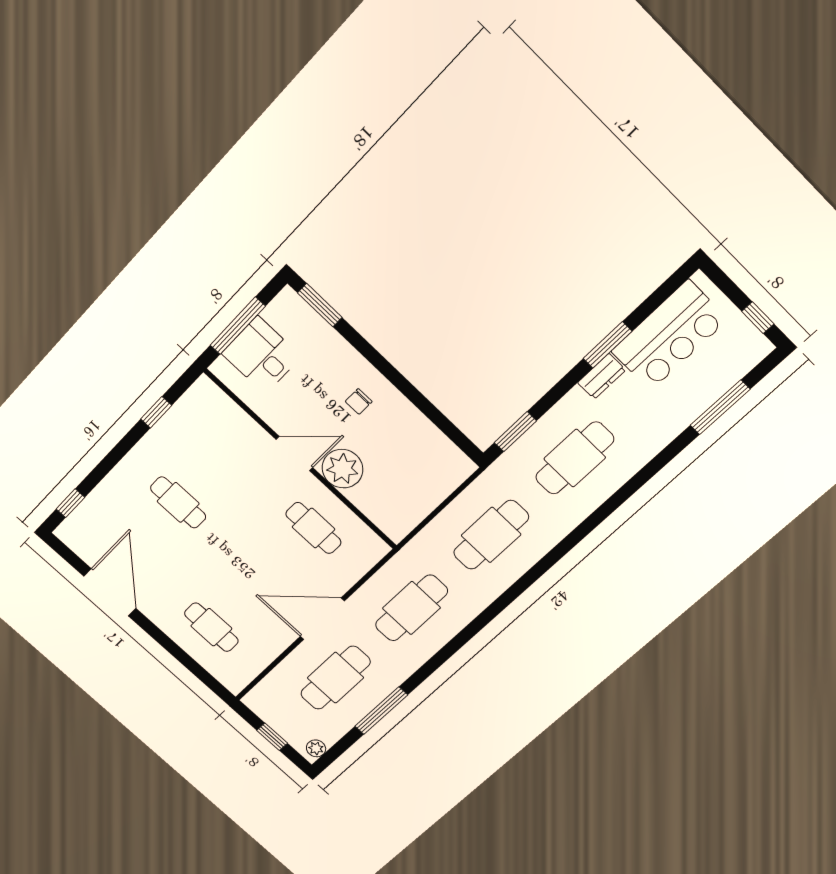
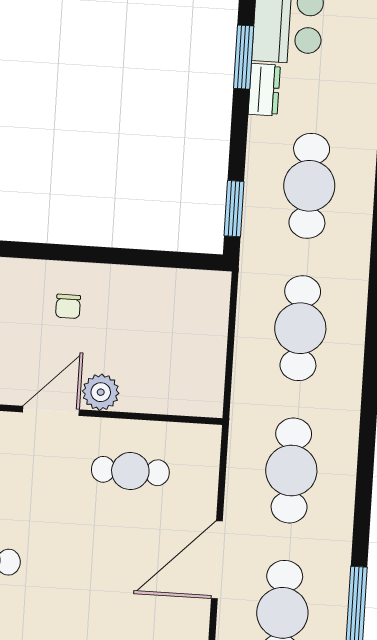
plant: (342, 469) -> (101, 392), width x0.73, depth x0.73

